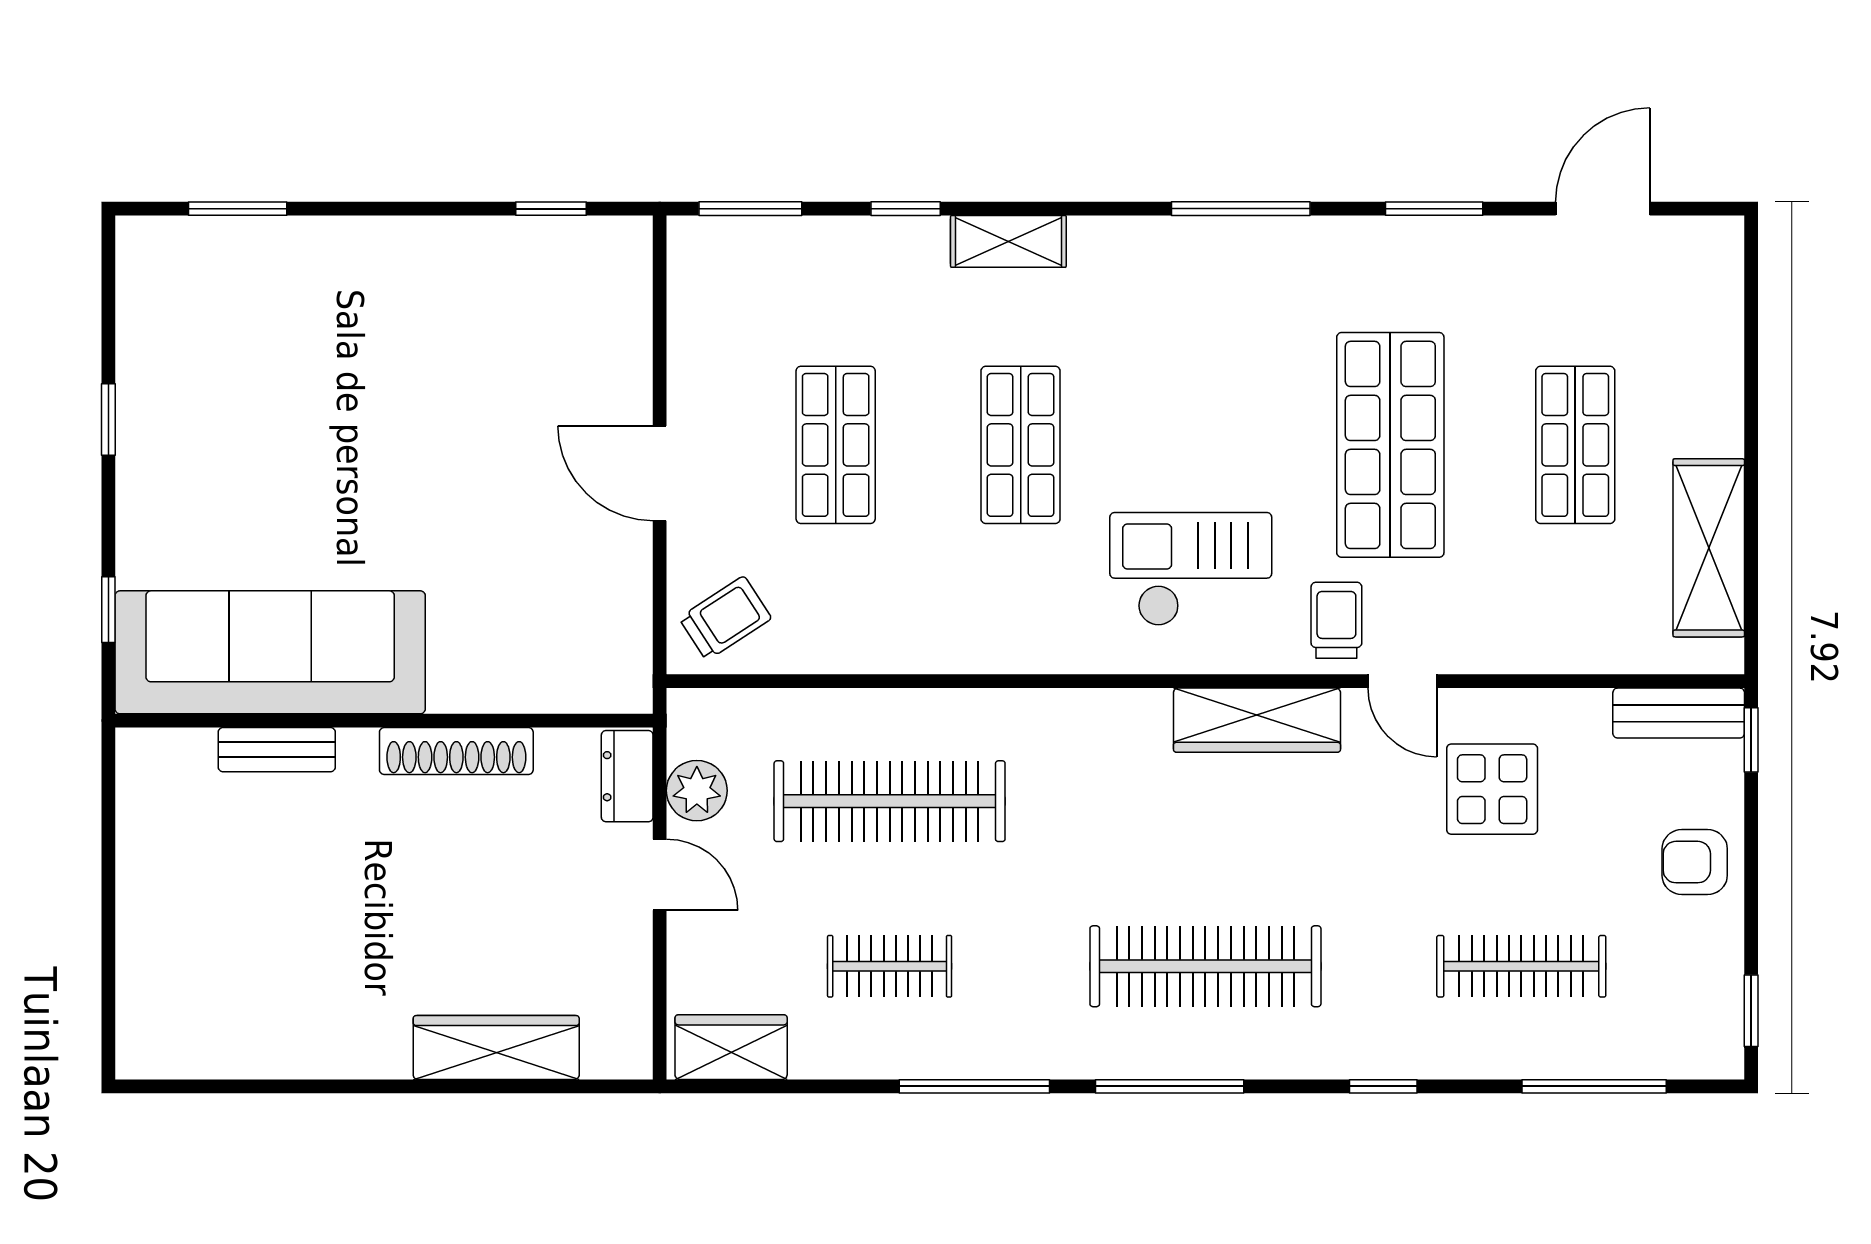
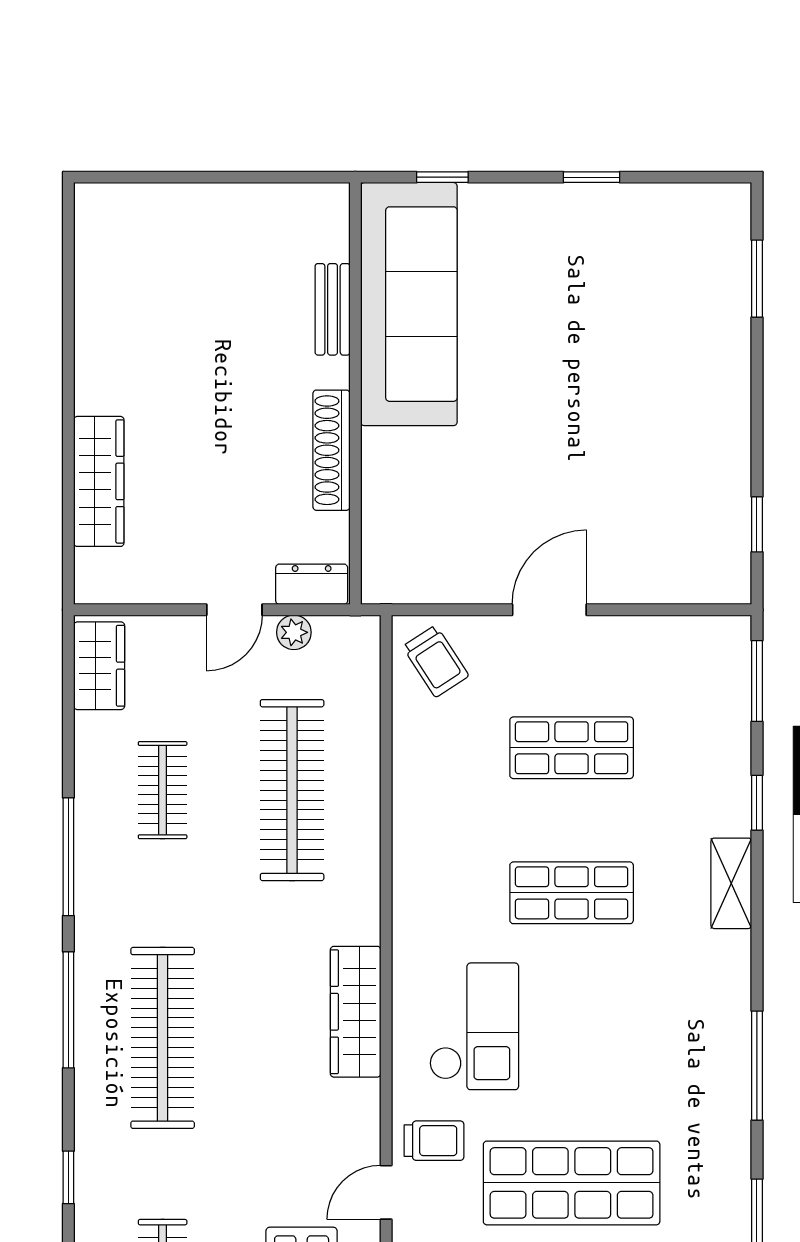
wardrobe: (1257, 720) -> (356, 1012), moved
plant: (697, 791) -> (294, 632), width x0.73, depth x0.73

